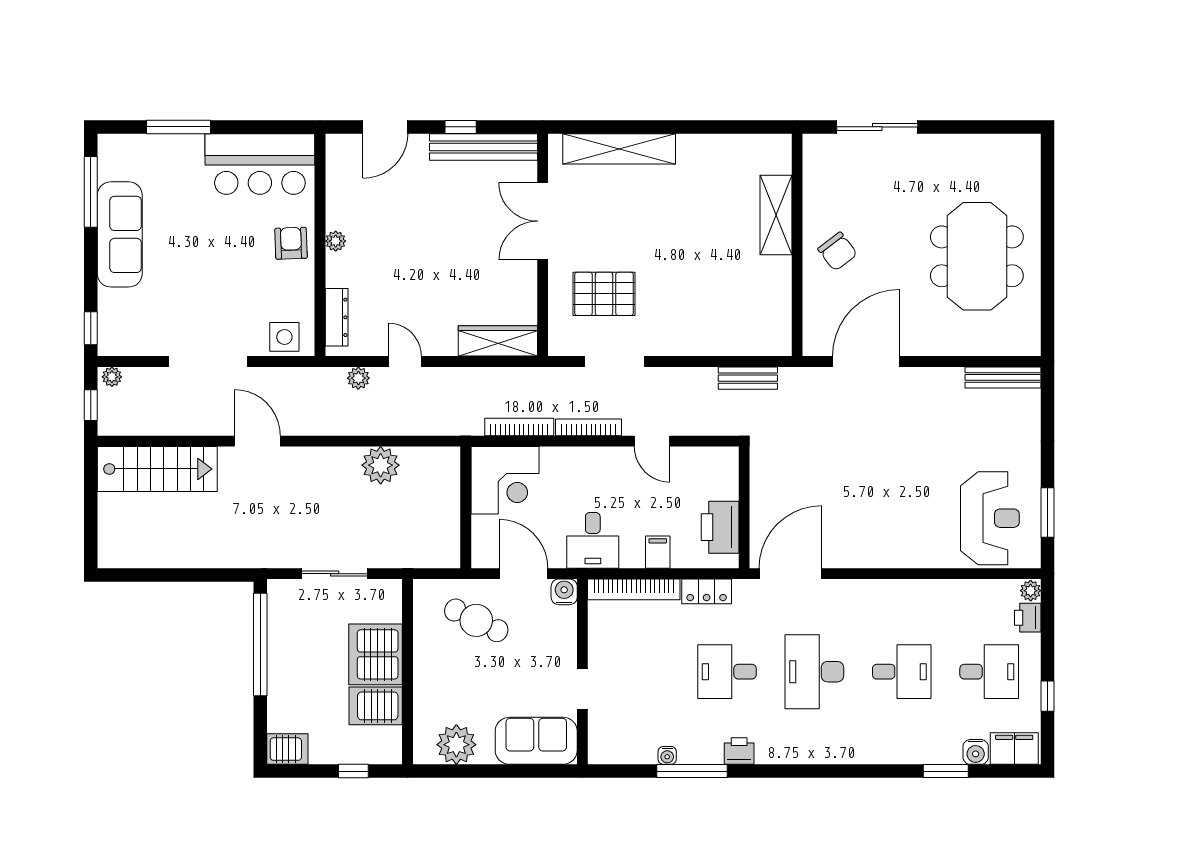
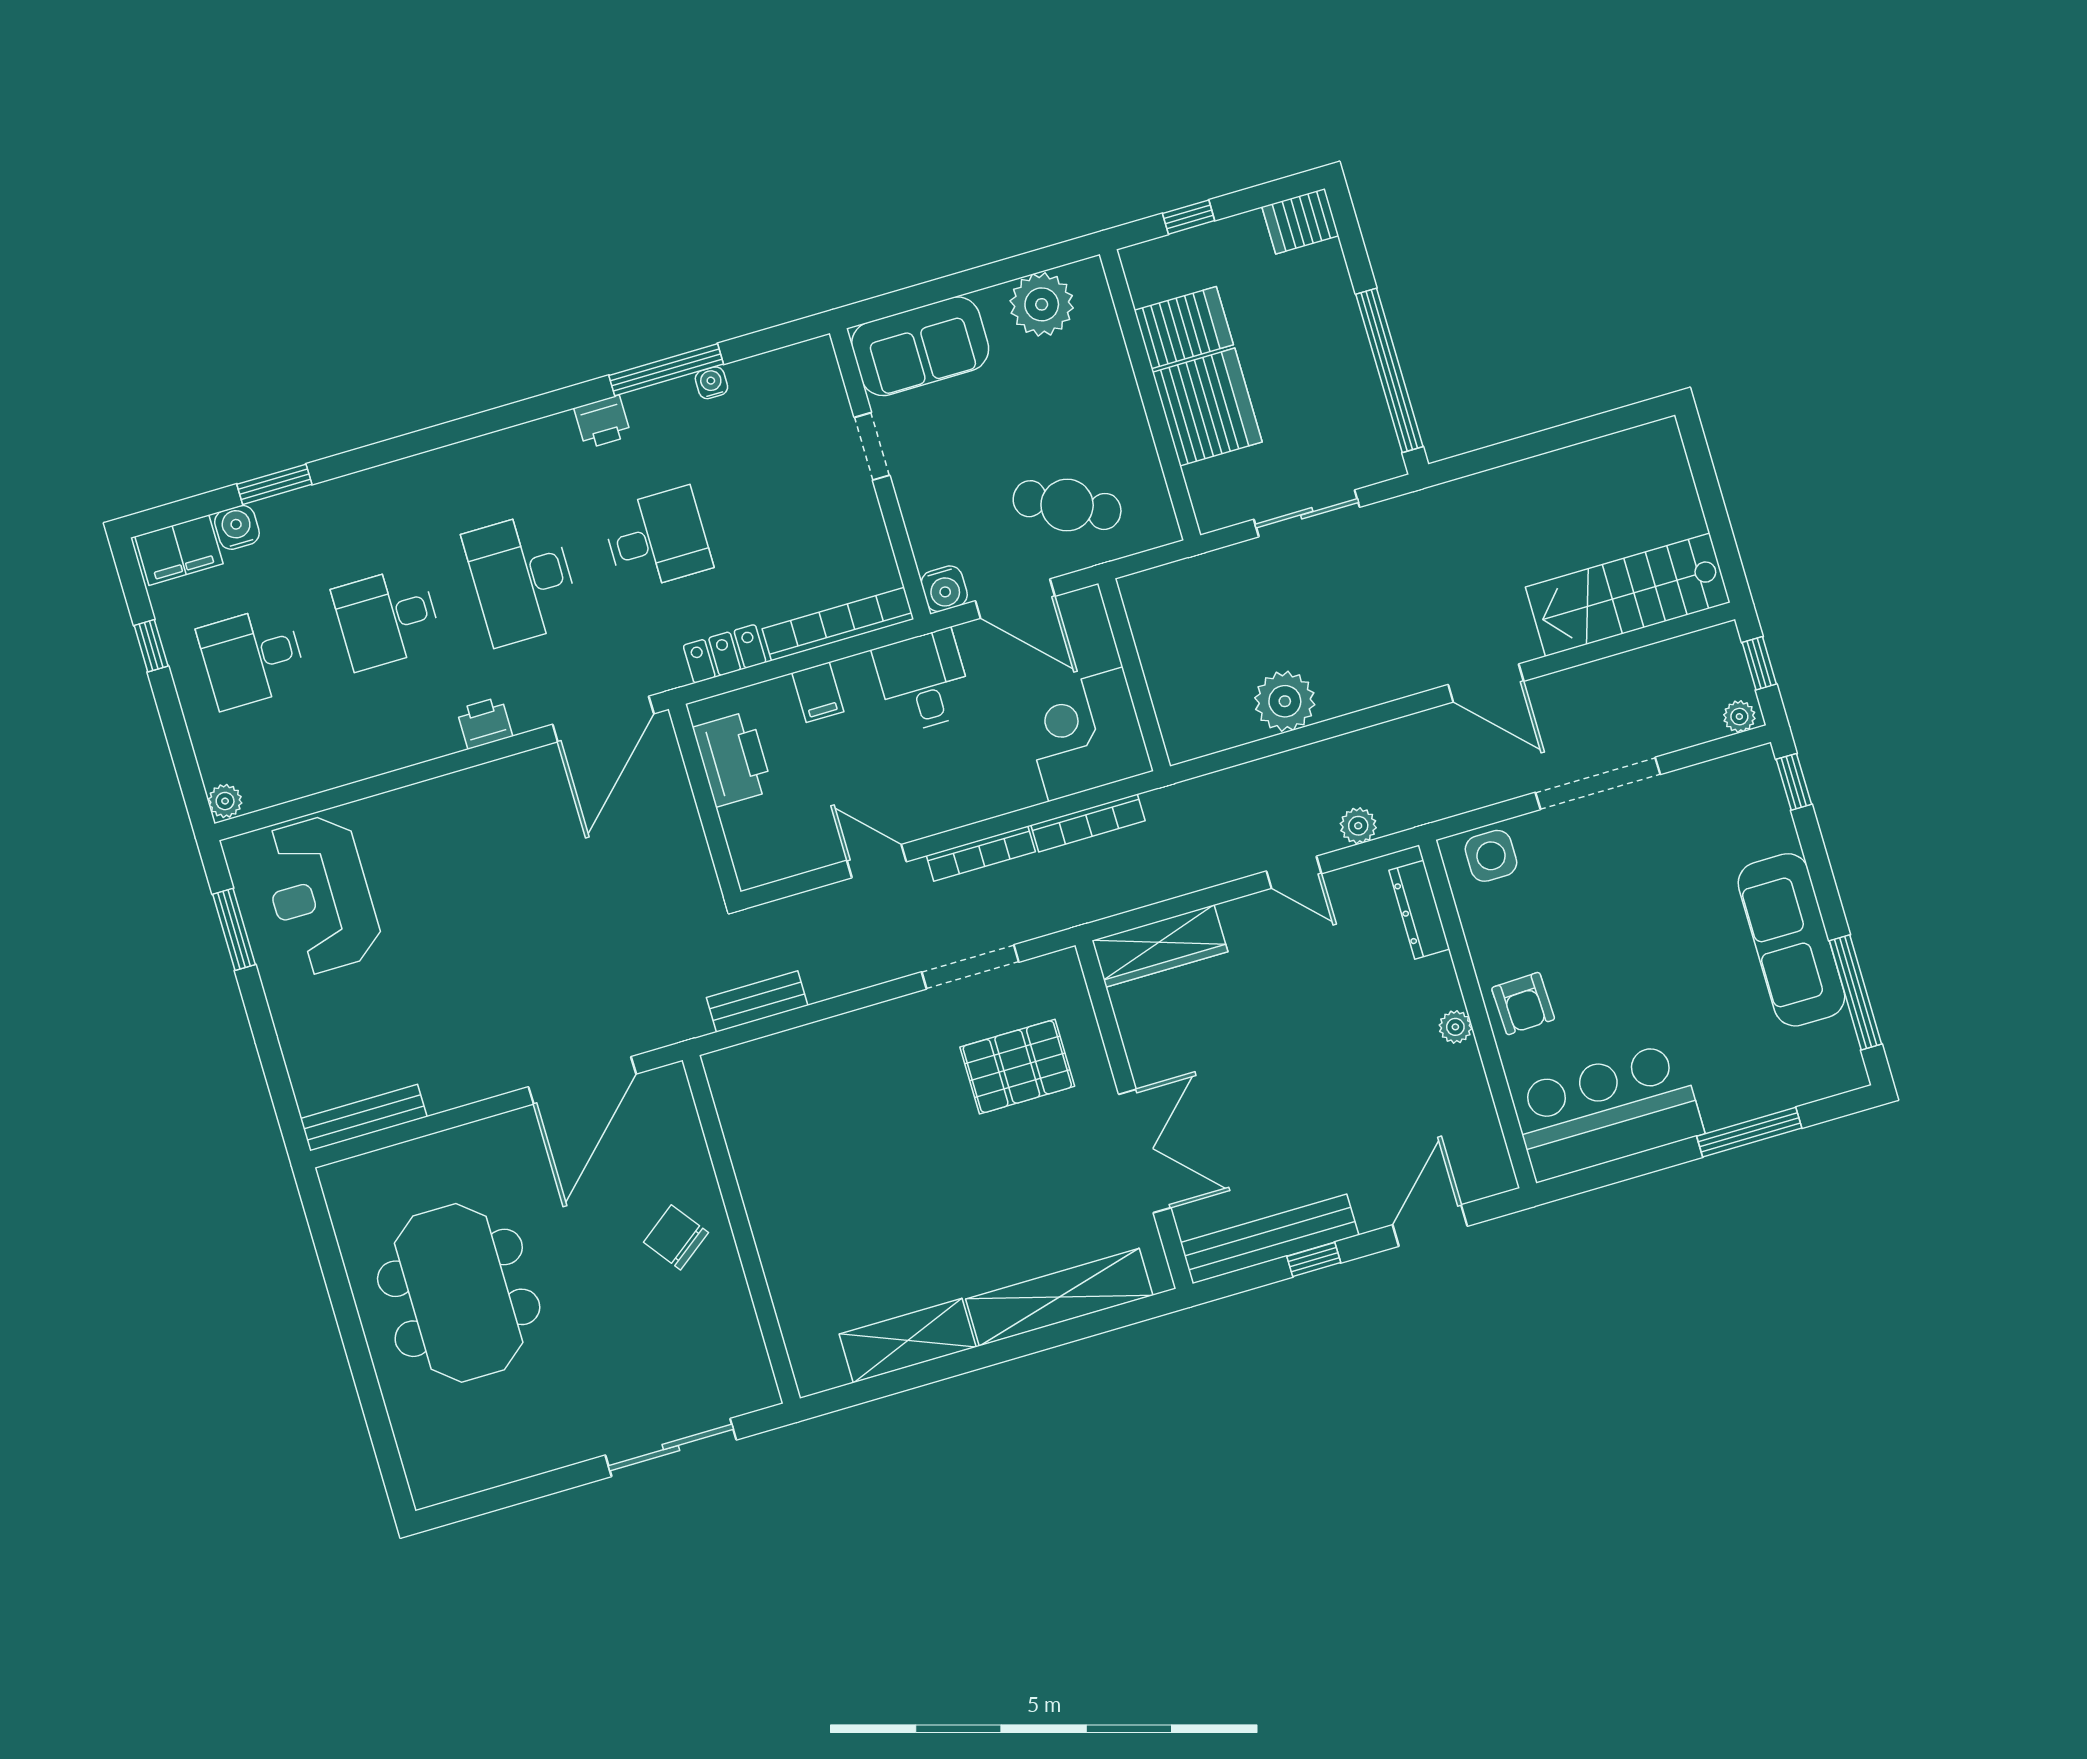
shelving: (776, 215) -> (908, 1341), moved, turned 90
printer: (1028, 618) -> (485, 723), moved, turned -90
desk: (814, 672) -> (522, 578), turned 180

